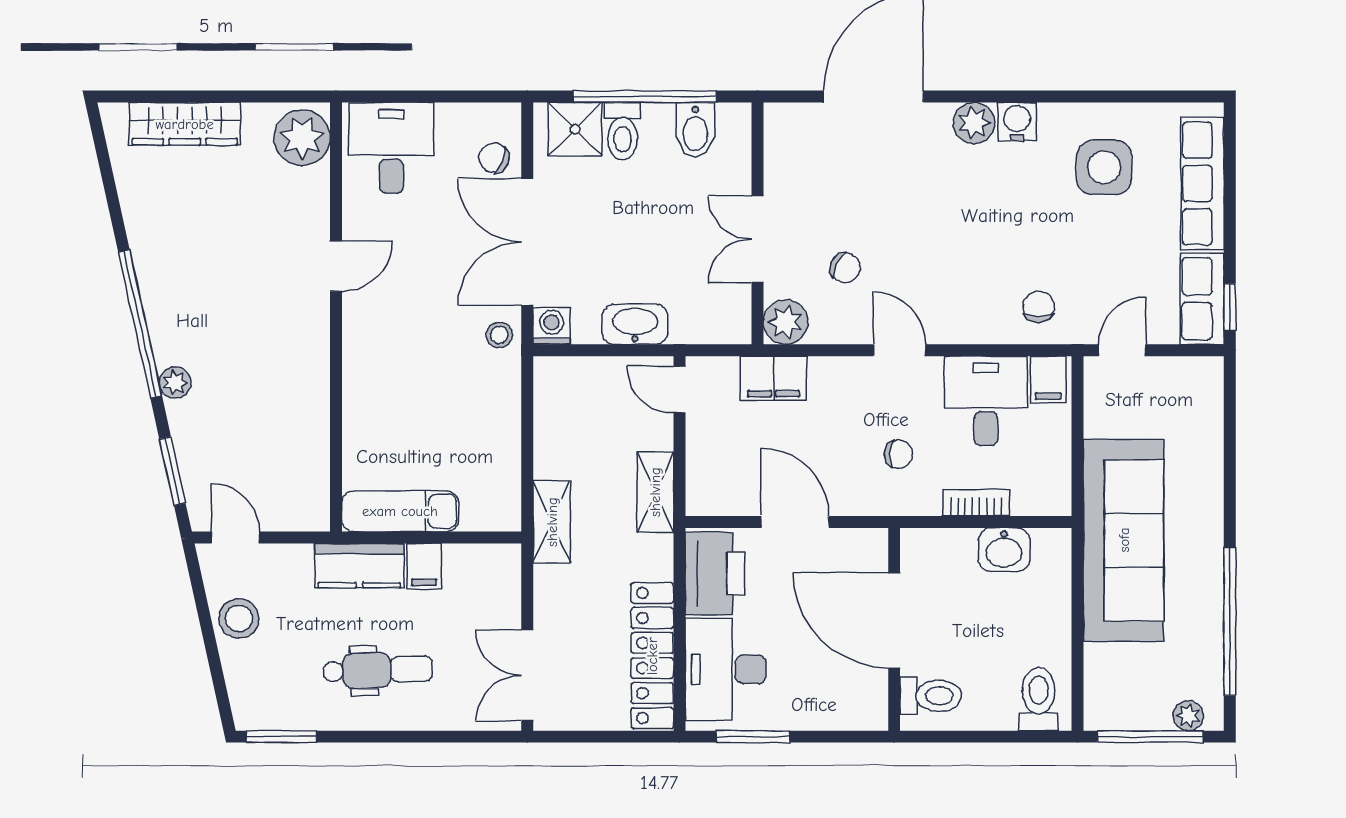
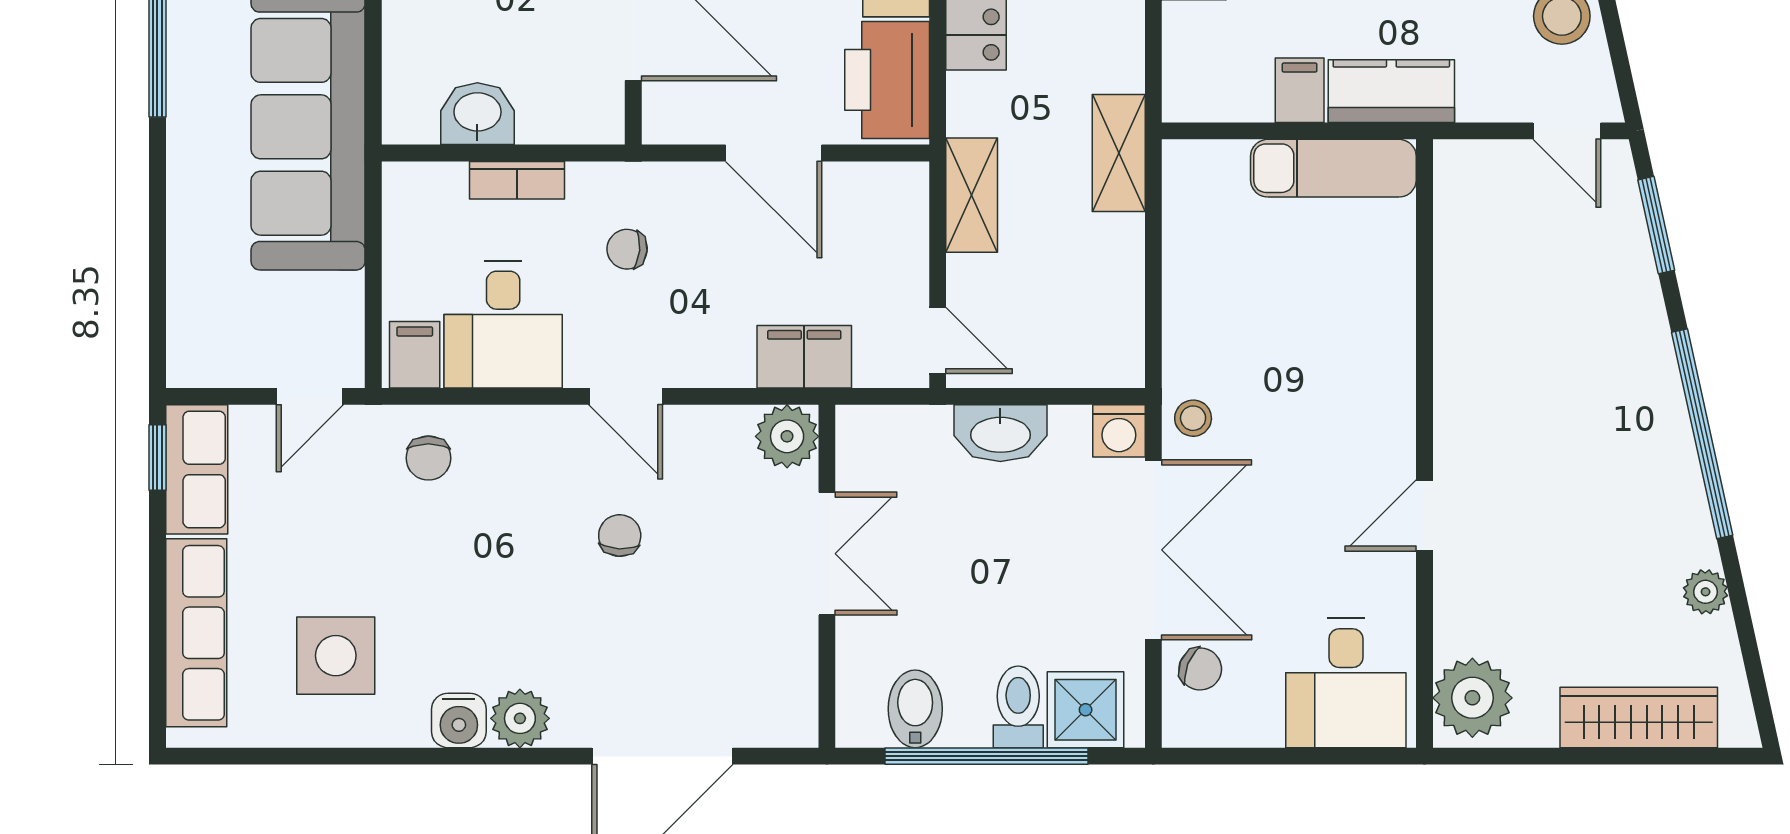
chair: (845, 268) -> (620, 536), moved, turned 68
plant: (175, 383) -> (1706, 592), moved

